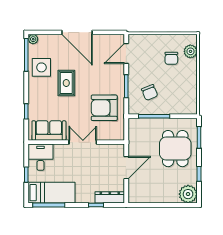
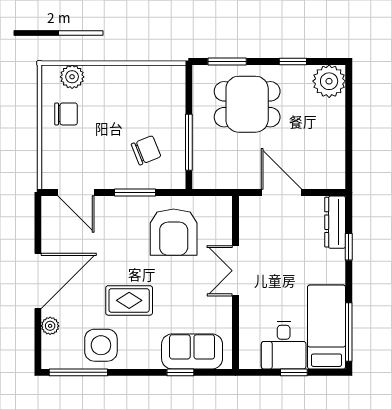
plant: (33, 39) -> (50, 326), moved
chair: (171, 58) -> (66, 114), moved
sofa: (49, 130) -> (192, 351), moved, turned 90
desk: (40, 157) -> (284, 345), moved, turned -90

